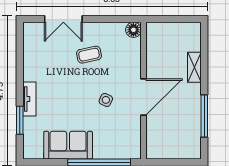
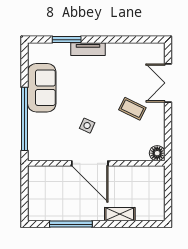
coffee table: (89, 55) -> (132, 109), turned -52

